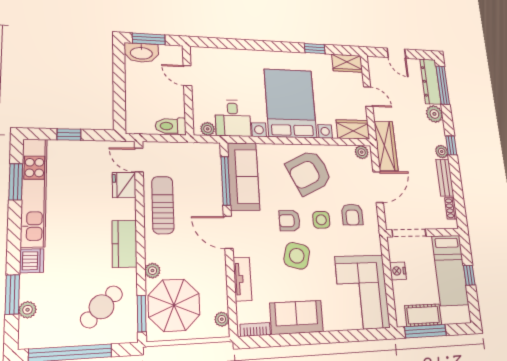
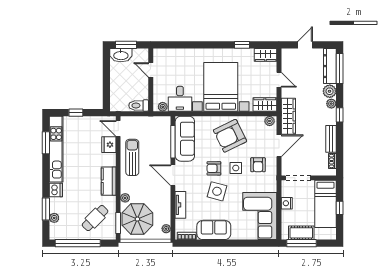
door: (396, 53) -> (305, 45), swing flipped
plant: (442, 152) -> (331, 104), moved

